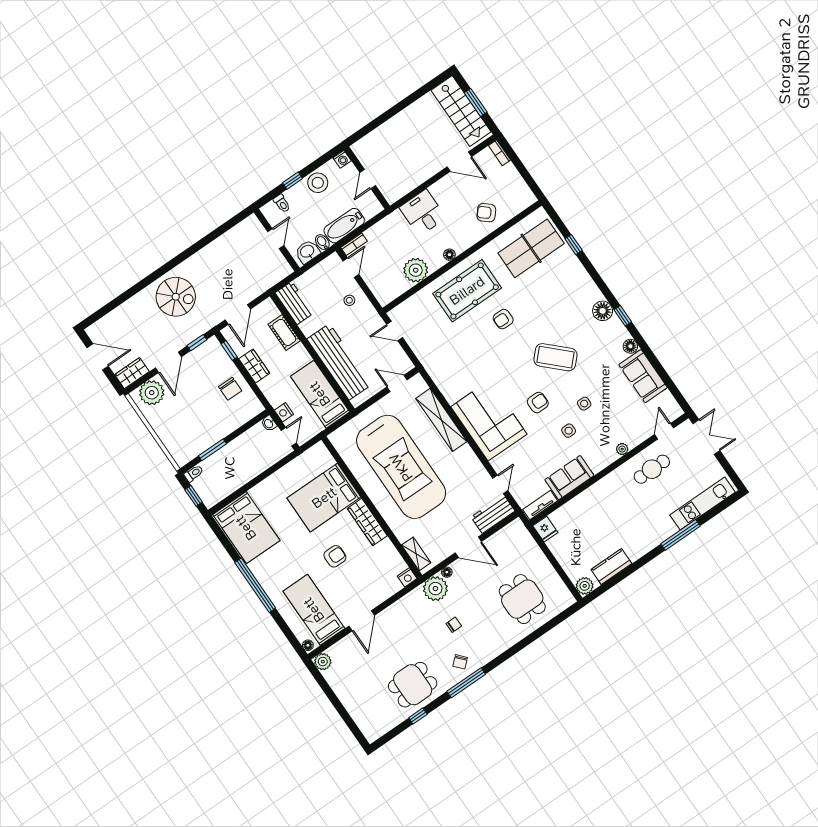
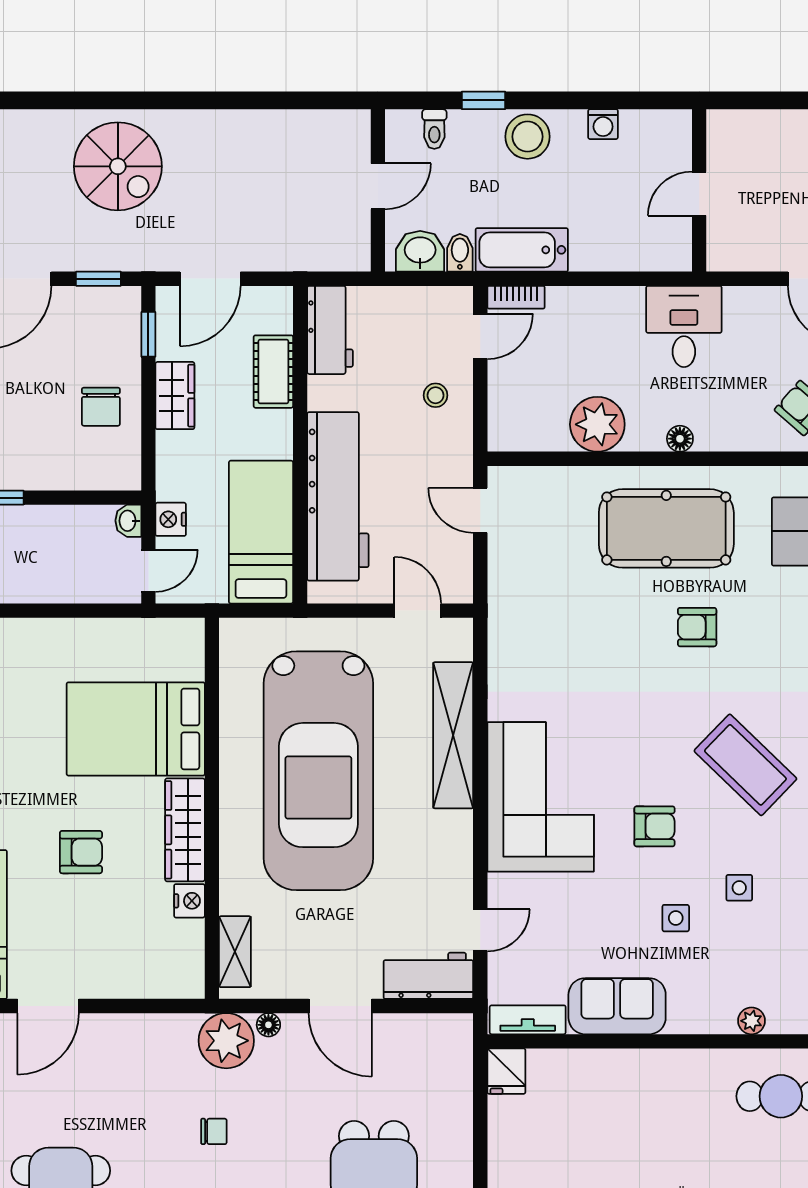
wall: (367, 178) -> (699, 190), moved
door: (368, 179) -> (699, 194), moved
nightstand: (407, 577) -> (189, 901), moved, turned -90

